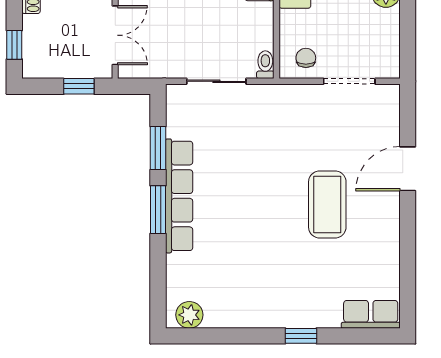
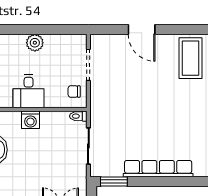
window: (158, 148) -> (114, 181), moved
coffee table: (327, 204) -> (191, 58), moved, turned 90
window: (158, 210) -> (167, 181), removed

